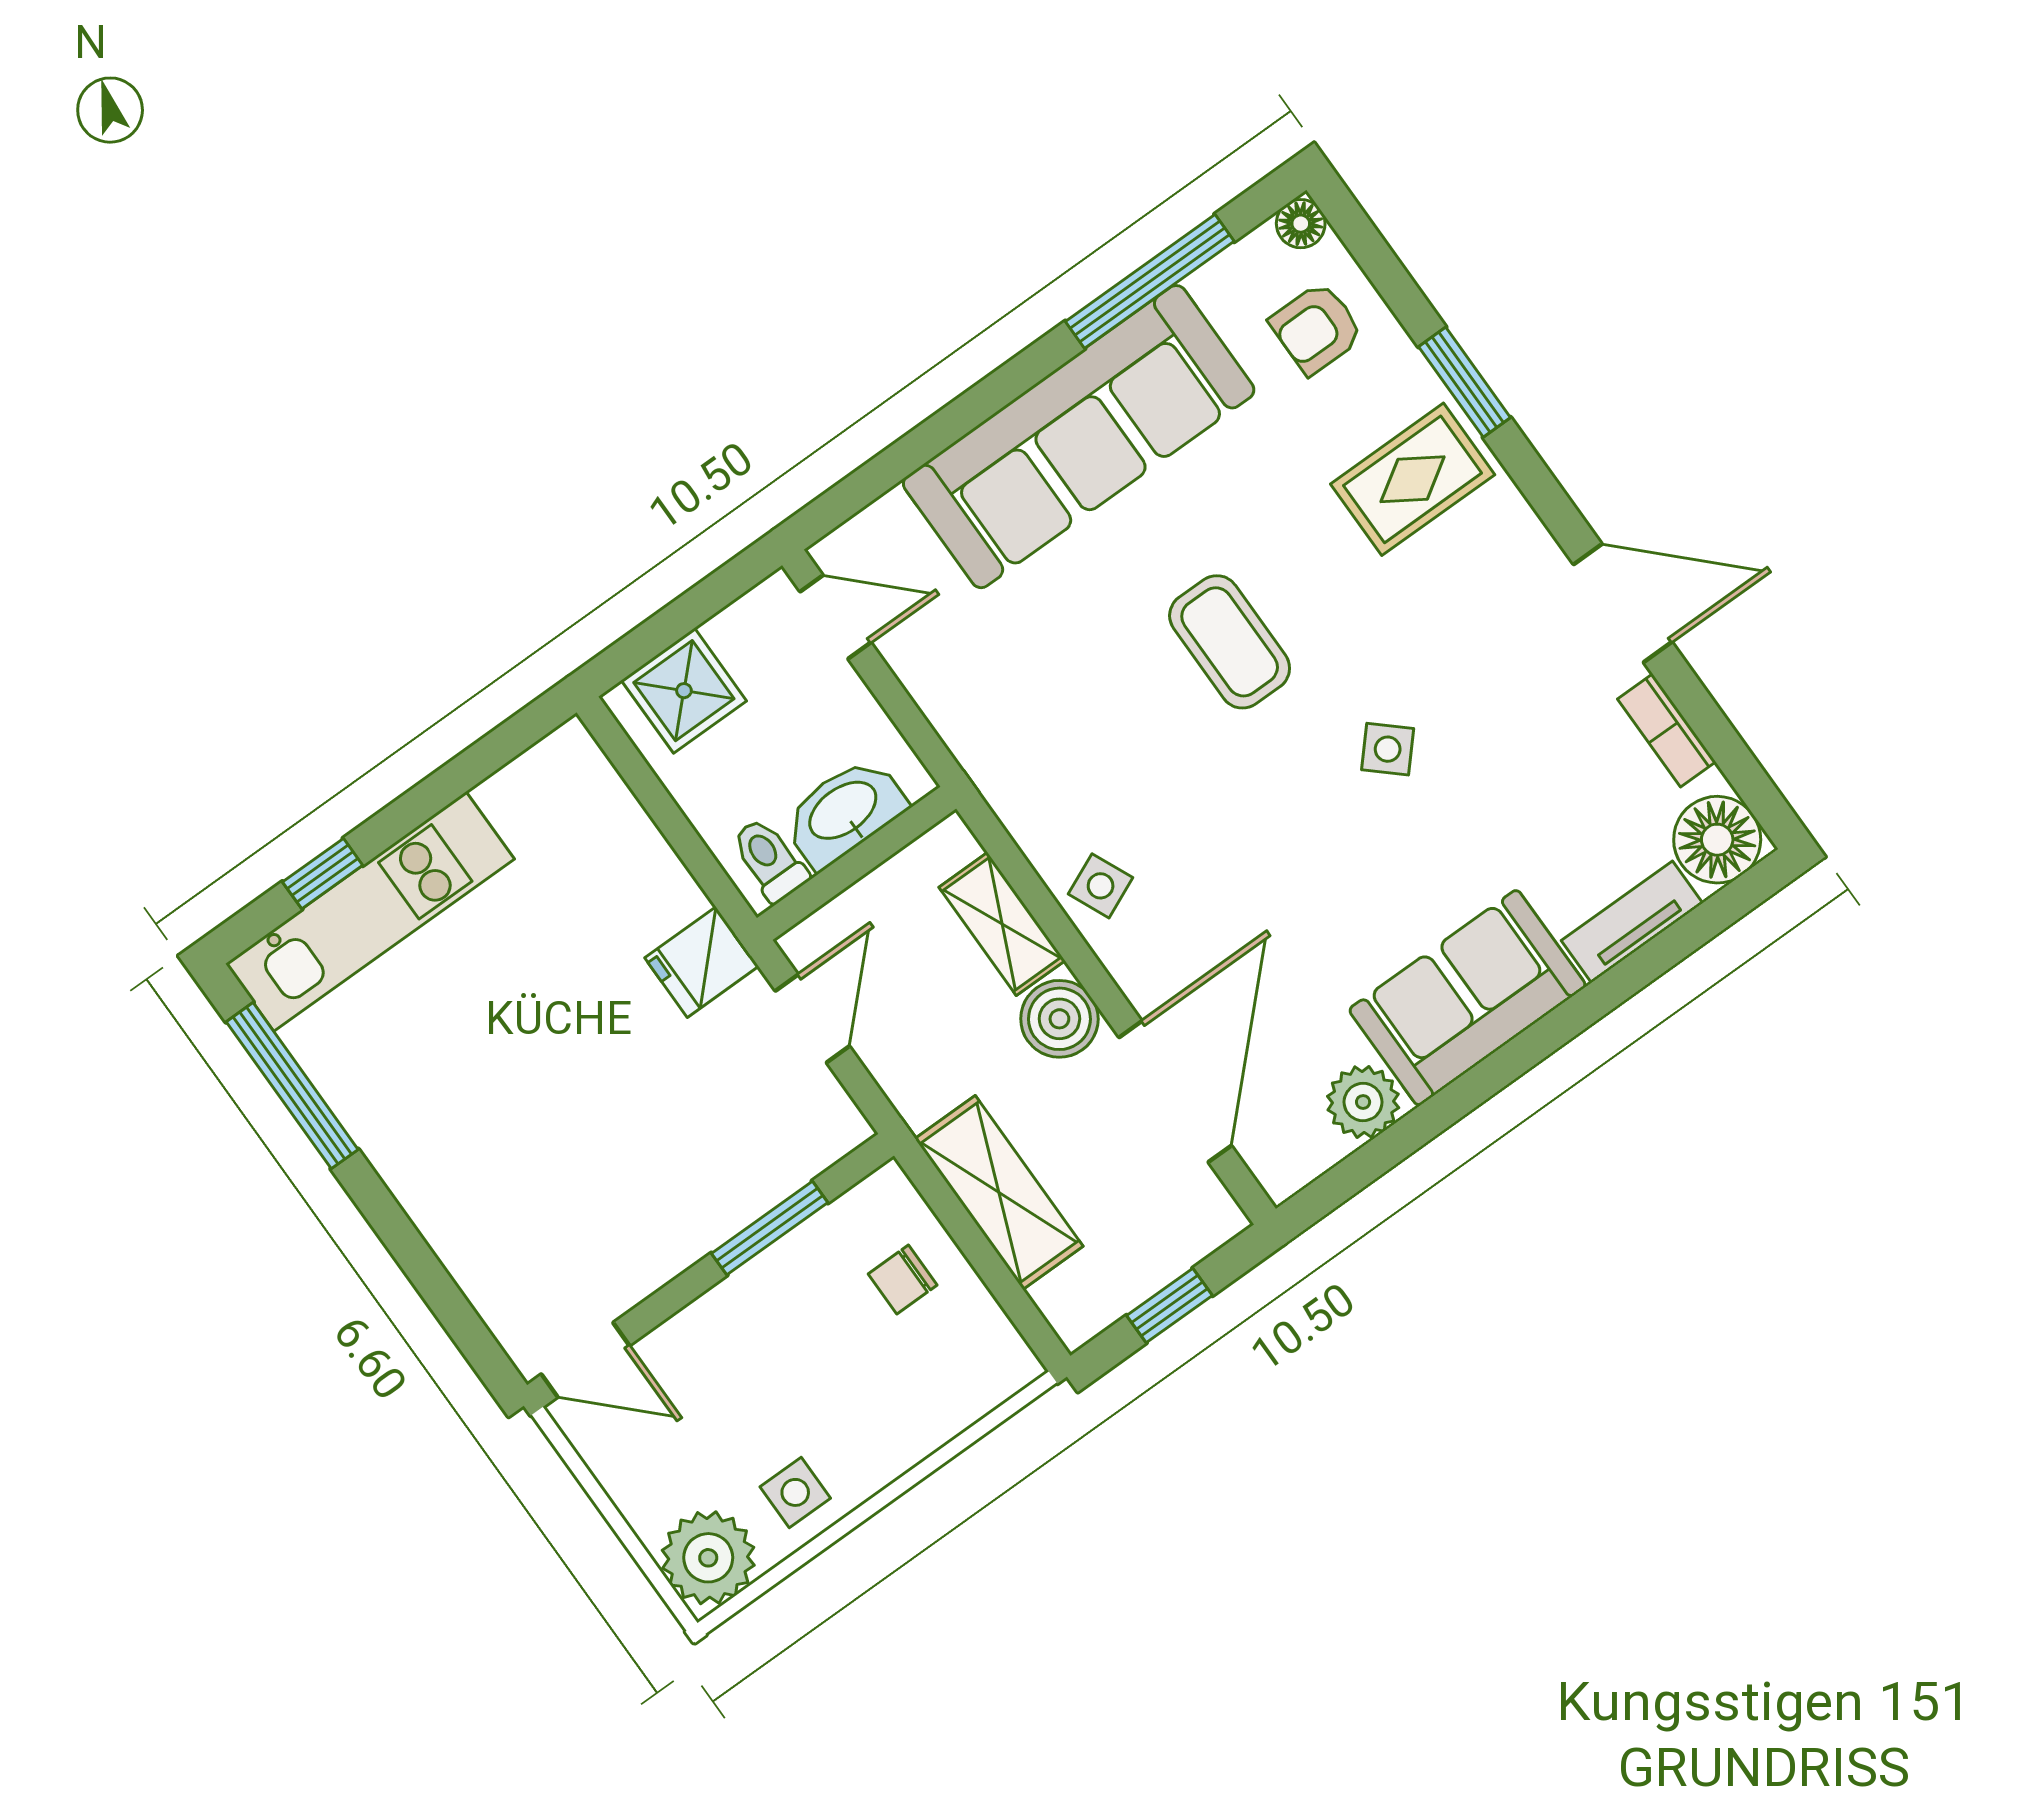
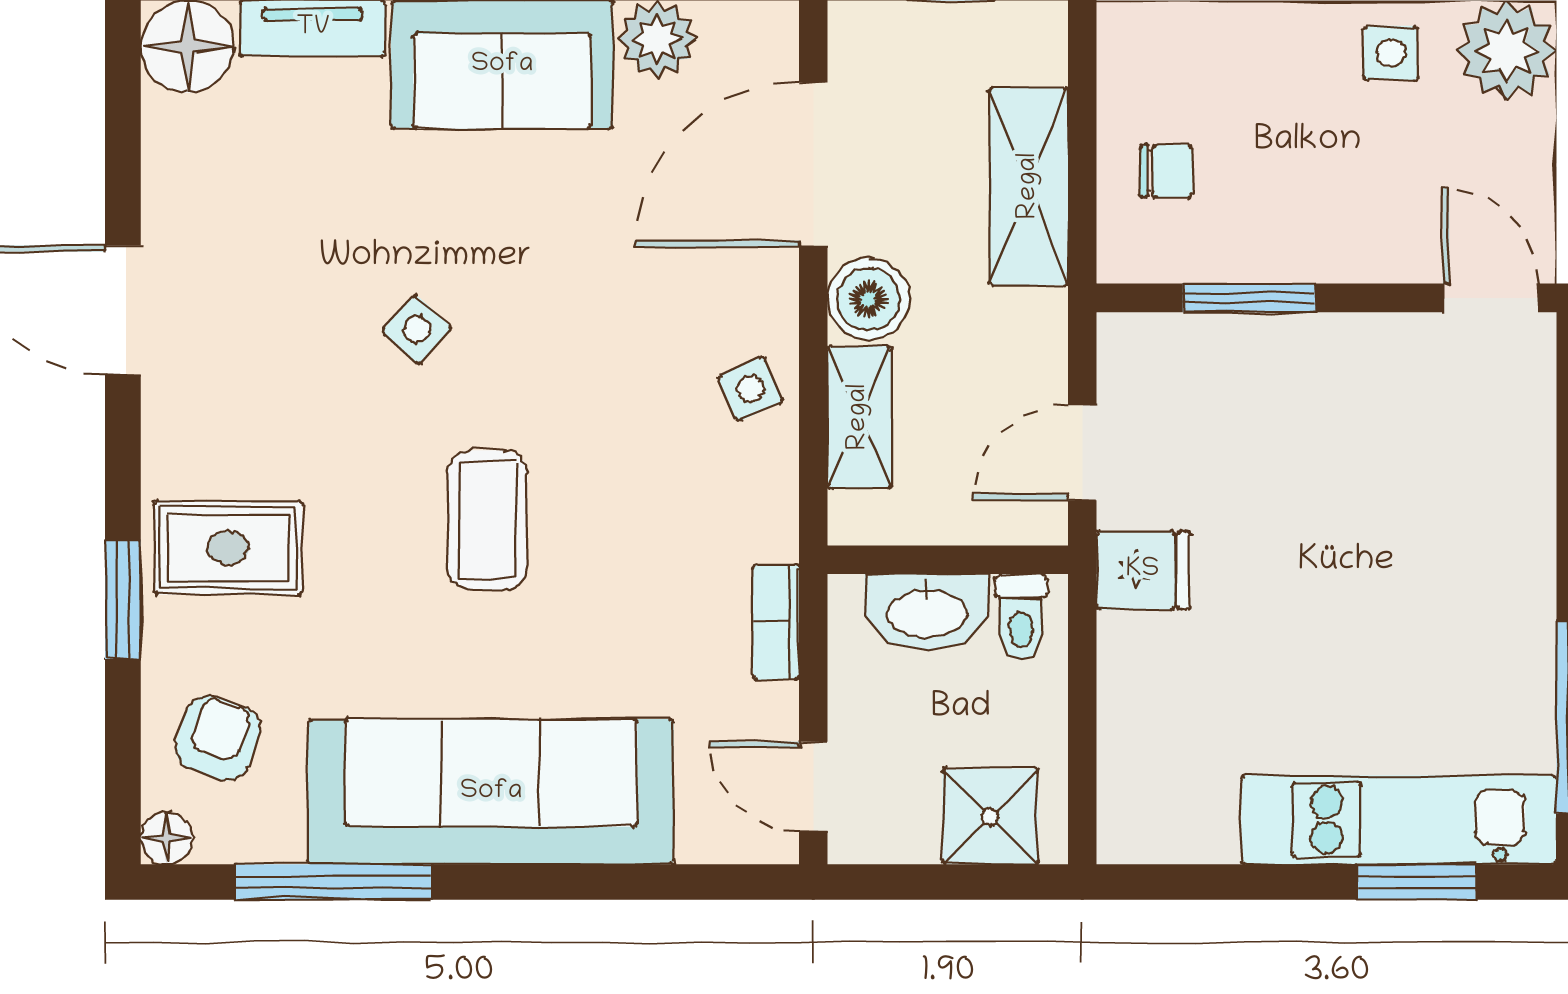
armchair: (1317, 328) -> (218, 738), turned -71
bookcase: (1667, 730) -> (776, 622), moved, turned 180
window: (323, 874) -> (1417, 882), width x1.50

